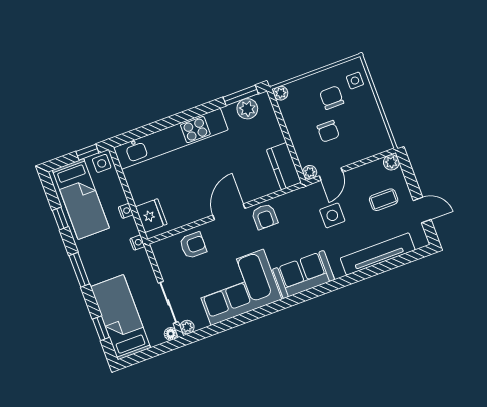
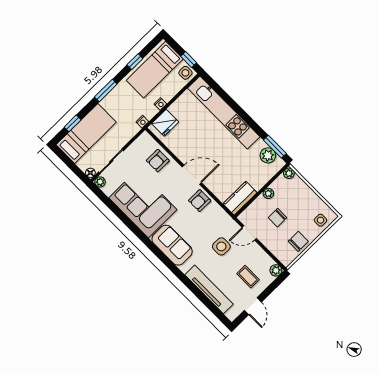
chair: (332, 98) -> (298, 241), moved
plant: (310, 172) -> (268, 193), moved
armchair: (193, 245) -> (158, 161), turned 90

